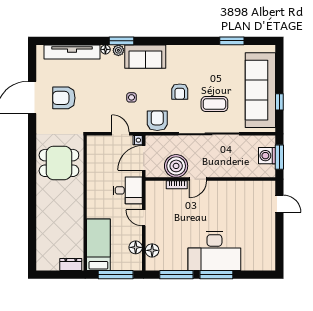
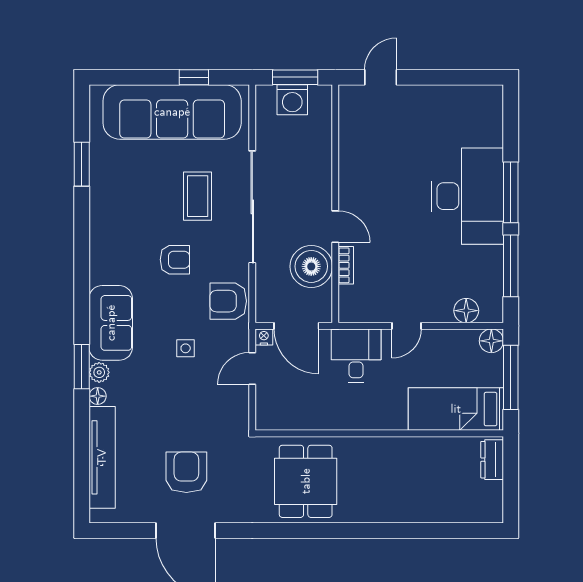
armchair: (64, 98) -> (186, 472), turned 180
floor lamp: (136, 247) -> (491, 341), moved

